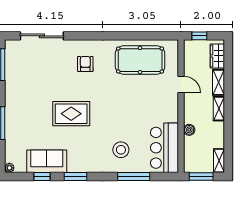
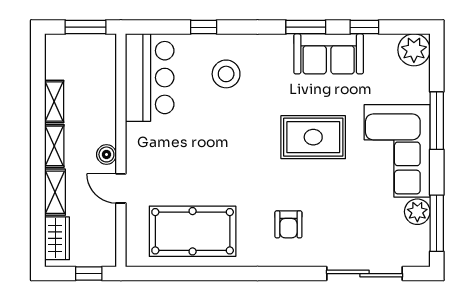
plant: (12, 71) -> (417, 212), added
corner sofa: (23, 106) -> (397, 151), added
boiler: (189, 130) -> (106, 154), moved
sofa: (47, 161) -> (329, 54), moved
shelving: (219, 161) -> (54, 101), moved
plant: (9, 168) -> (414, 50), width x1.88, depth x1.88
window: (134, 177) -> (204, 27), width x0.46

